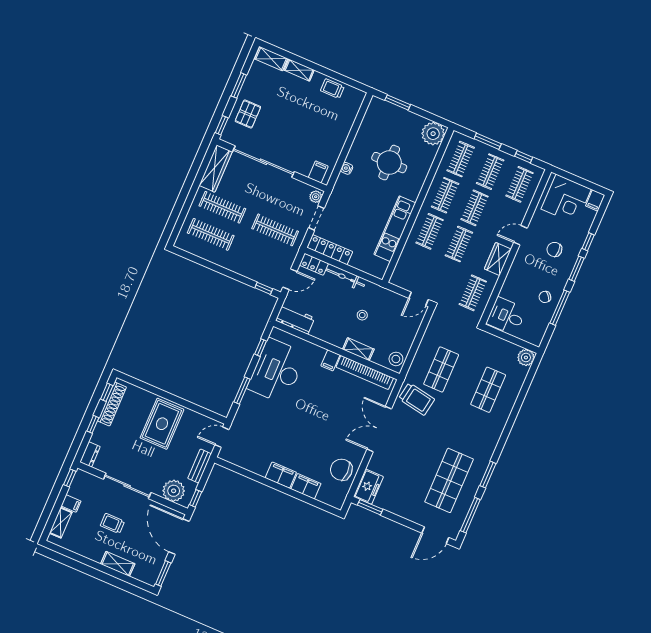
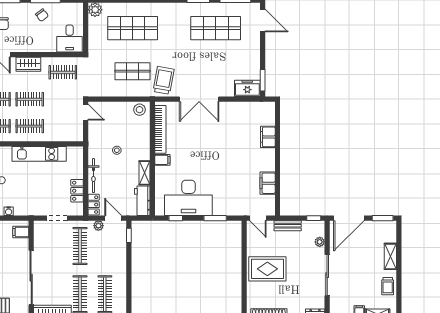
plant: (316, 197) -> (98, 226), moved
locker: (330, 250) -> (77, 191), width x0.66
shelving: (358, 349) -> (144, 173), moved
shop shelf: (488, 390) -> (133, 28), width x1.43, depth x1.36
chair: (341, 470) -> (243, 115), removed
filing cabinet: (281, 475) -> (268, 183), moved
plant: (174, 491) -> (320, 242), width x0.53, depth x0.53
trolley: (112, 523) -> (388, 286), moved

